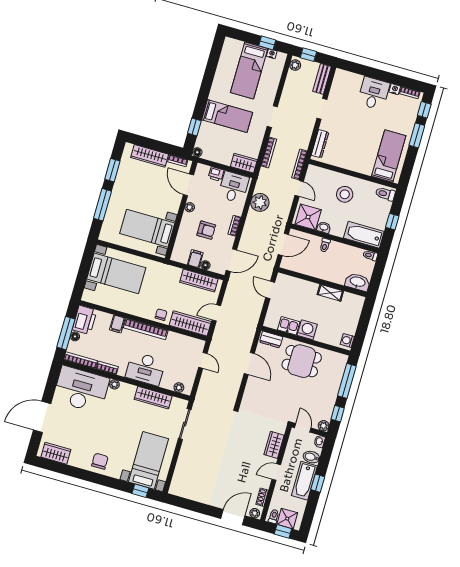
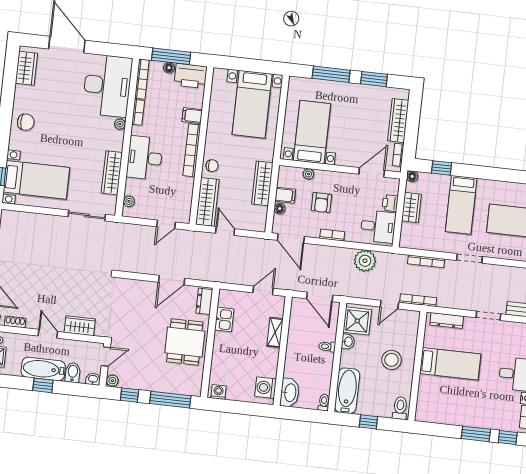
bed: (389, 156) -> (450, 364), moved
wardrobe: (244, 163) -> (411, 208), moved
plant: (190, 207) -> (308, 174), moved
wardrobe: (199, 281) -> (262, 183), moved
shelving: (330, 293) -> (275, 332), moved
washing machine: (307, 330) -> (266, 388), moved, turned 180

